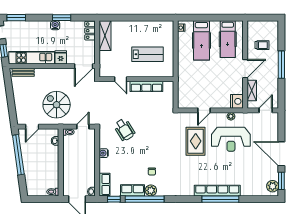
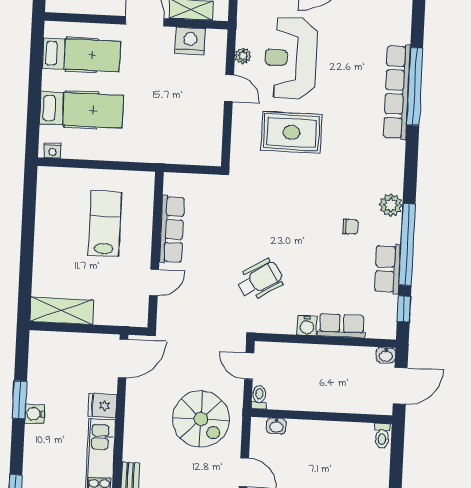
locker: (90, 31) -> (50, 342), removed
door: (84, 66) -> (123, 358), hinge flipped
nightstand: (237, 101) -> (190, 41), moved
spiral stairs: (57, 105) -> (201, 419), turned -90
door: (204, 110) -> (229, 88), moved
reception desk: (231, 139) -> (291, 58), turned 180
row of seats: (104, 184) -> (342, 326), moved
plant: (151, 190) -> (391, 205), moved

